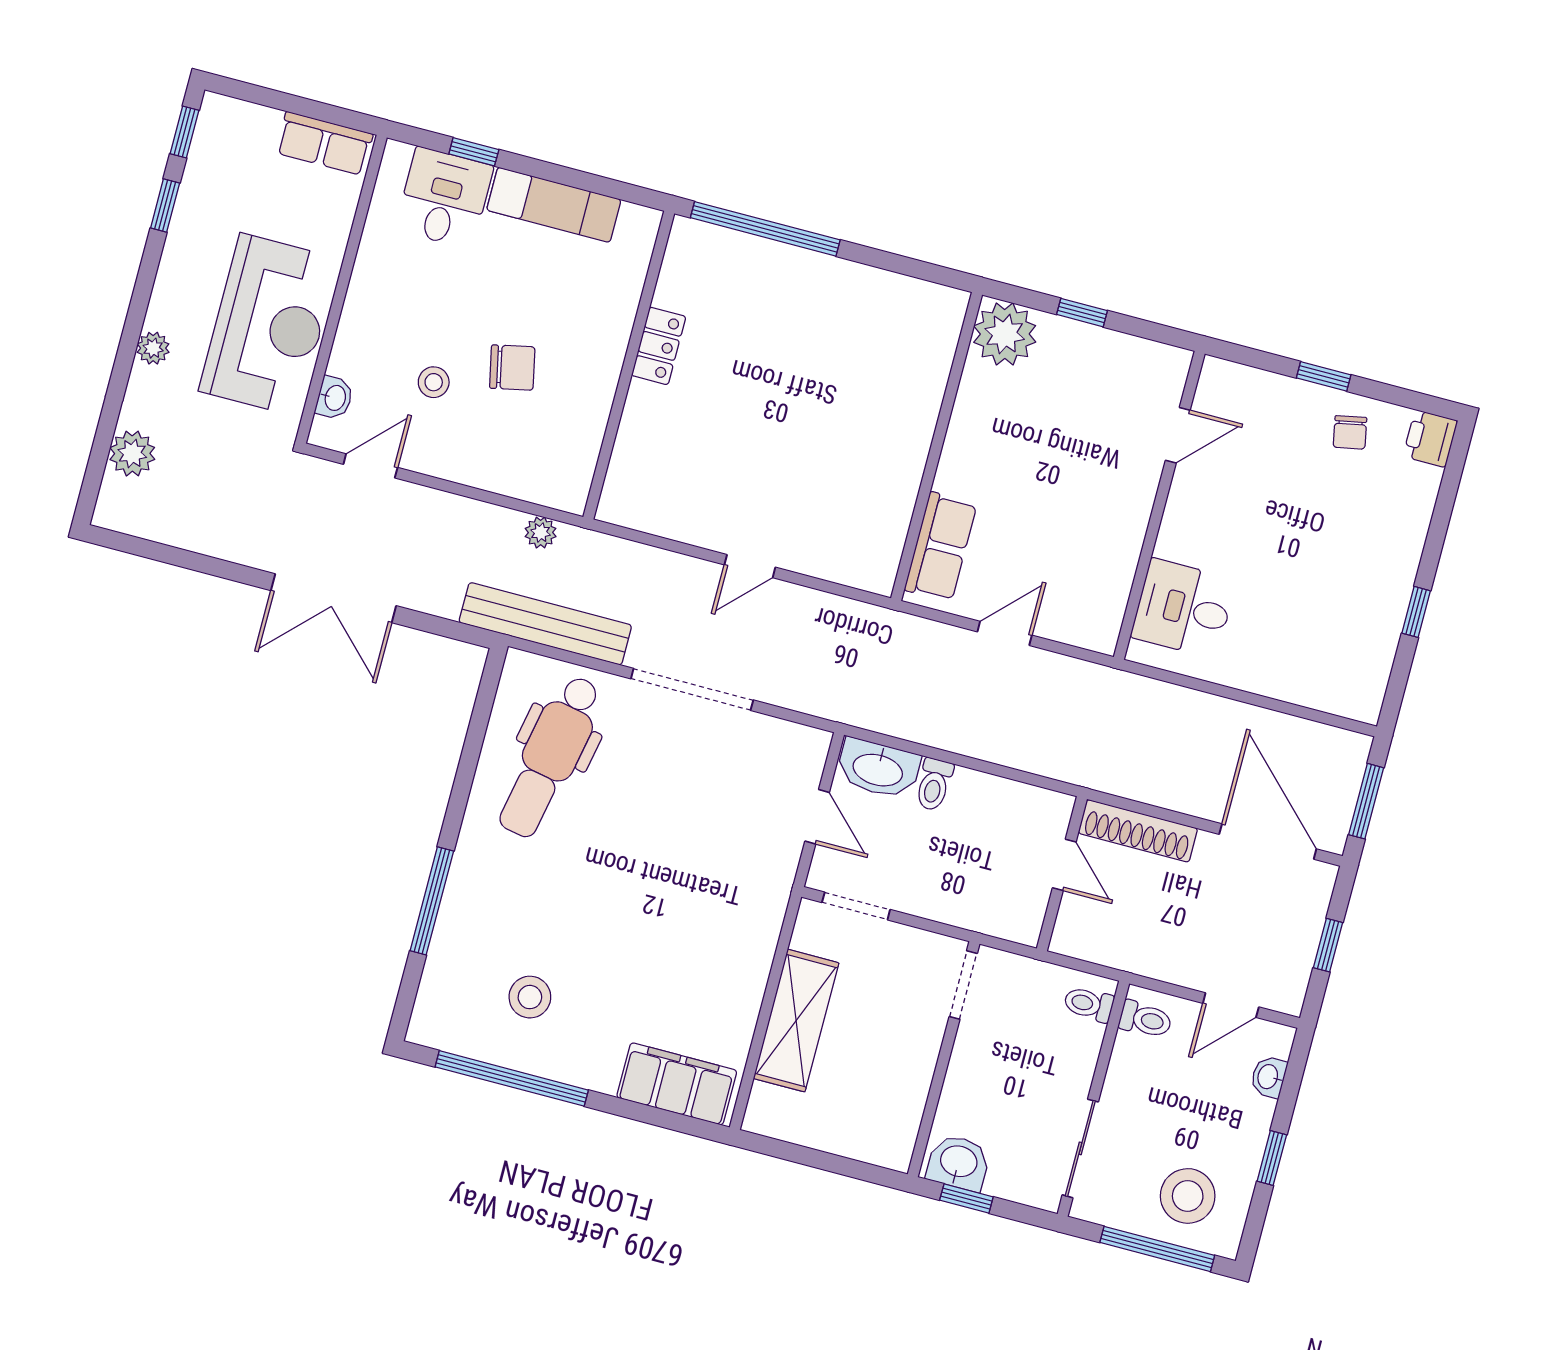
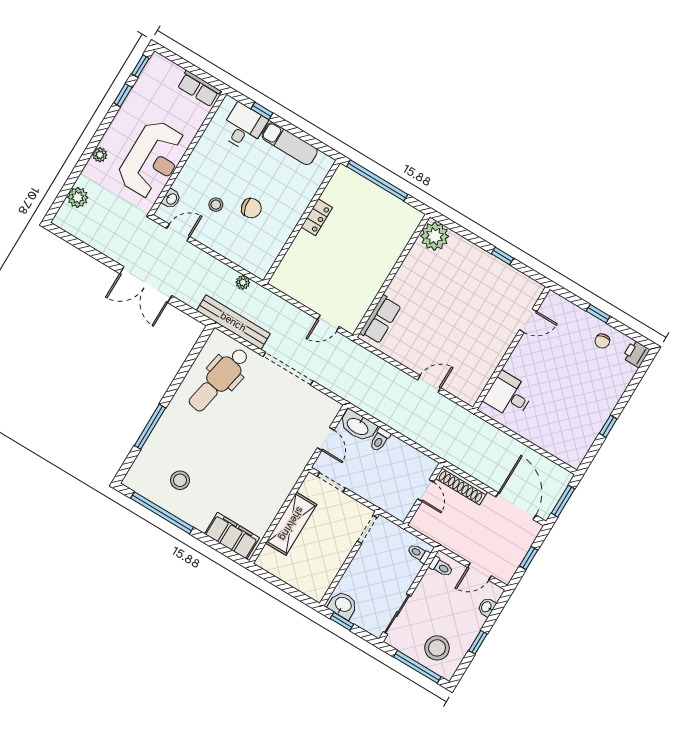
plant: (1005, 334) -> (435, 236), moved
wall: (937, 446) -> (391, 276), moved
row of seats: (941, 547) -> (380, 319), moved

